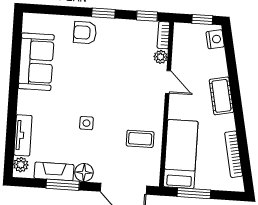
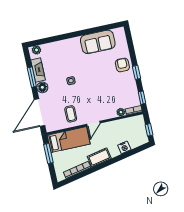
nightstand: (215, 39) -> (124, 147), moved
door: (168, 82) -> (93, 124), moved
cot: (221, 96) -> (99, 157), moved
tv unit: (23, 135) -> (54, 46), removed

